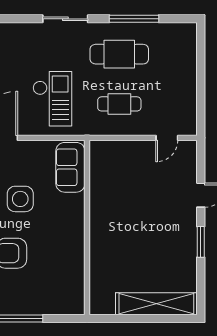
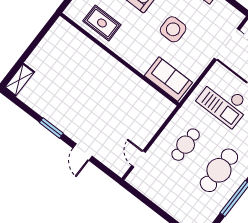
rug: (66, 270) -> (102, 23), added
shelving: (156, 304) -> (19, 80), width x0.45, depth x0.75

